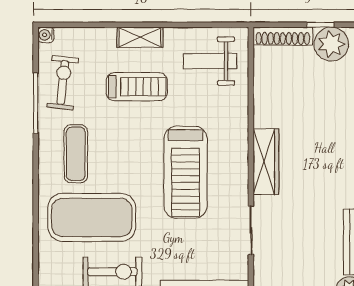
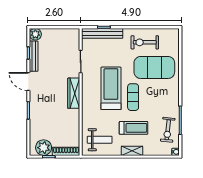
treadmill: (137, 87) -> (134, 128), turned 180
exercise mat: (76, 154) -> (133, 97), moved

